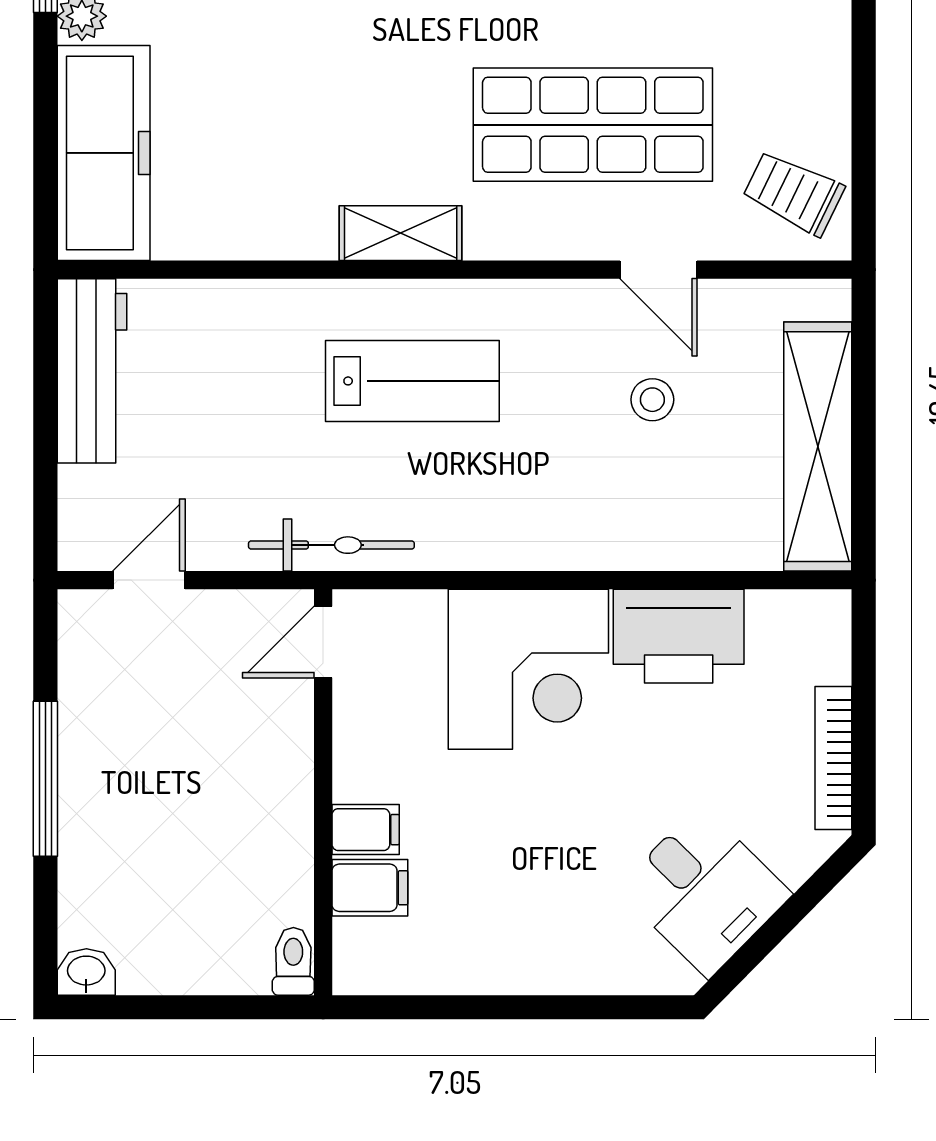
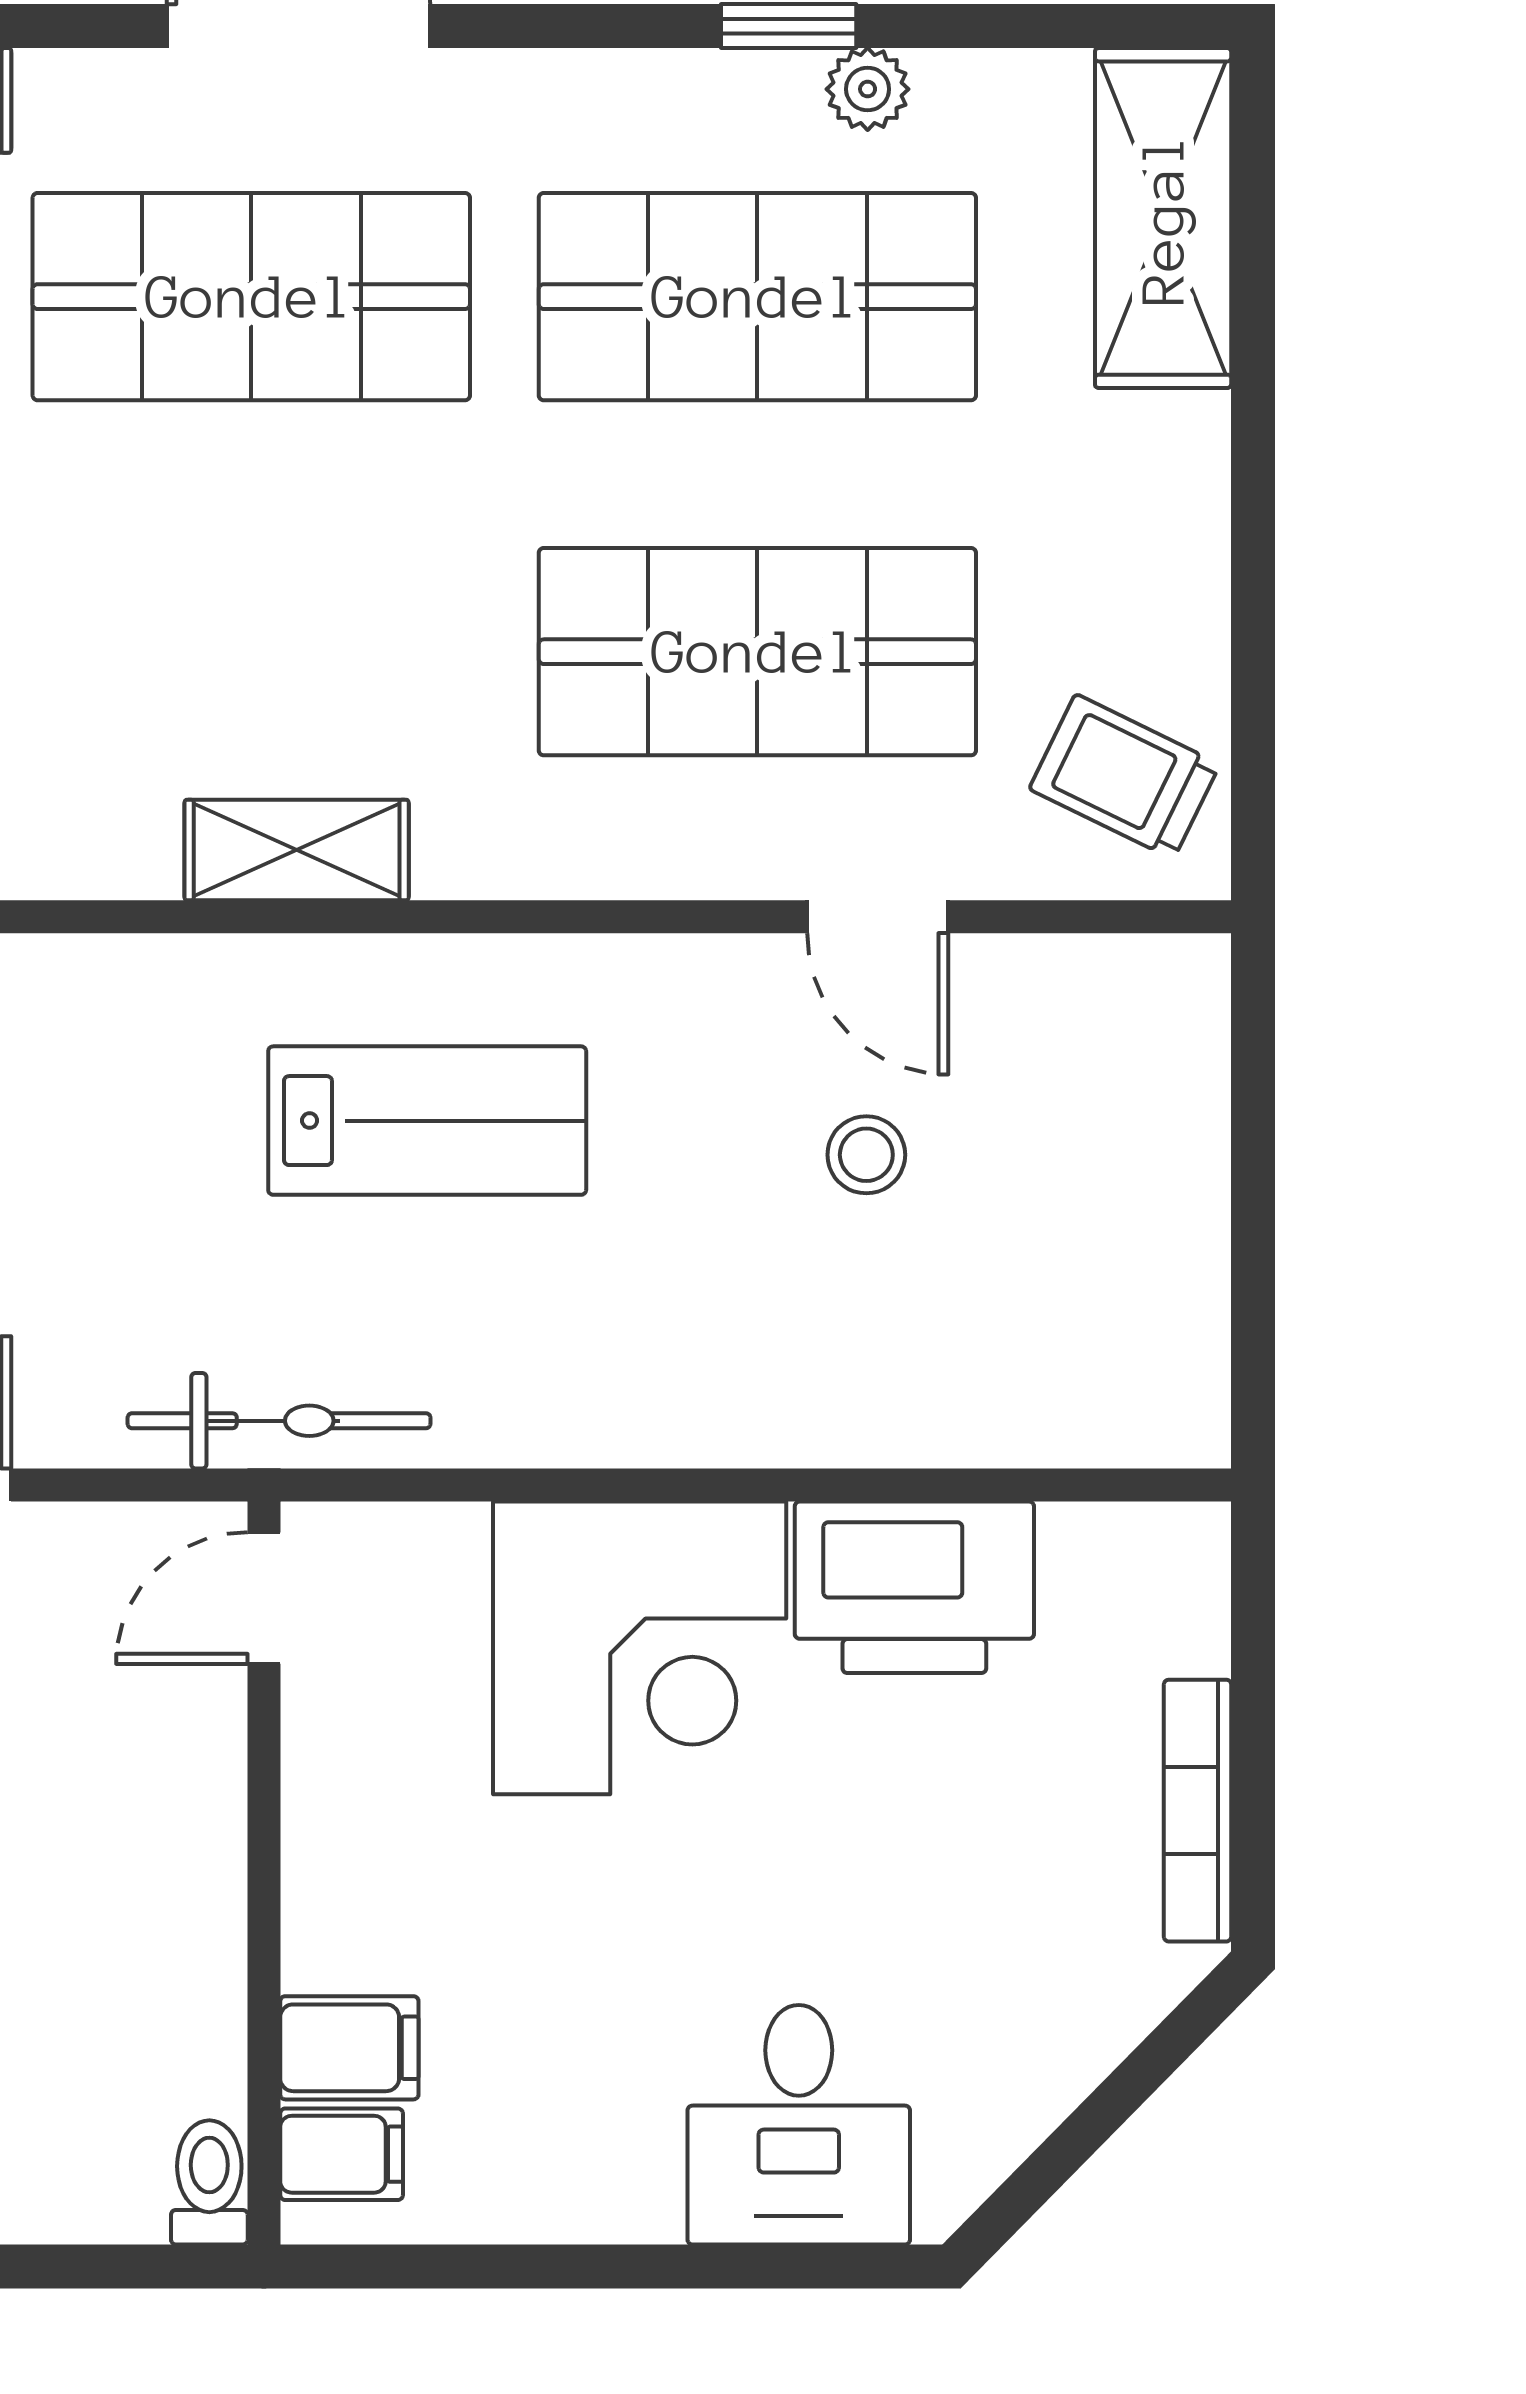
shelving: (401, 233) -> (297, 850), moved
shelving: (818, 447) -> (1169, 1241), removed
filing cabinet: (366, 830) -> (342, 2154), moved
desk: (704, 891) -> (799, 2125), moved, turned 45

